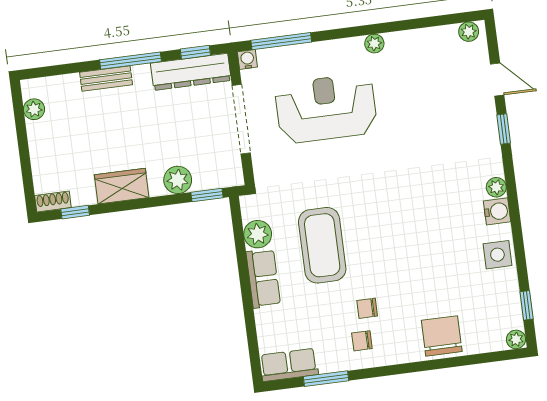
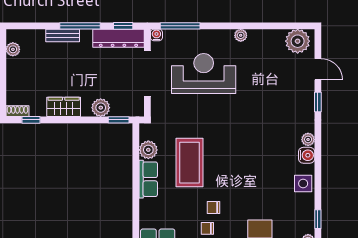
plant: (469, 32) -> (298, 41), width x1.88, depth x1.88

